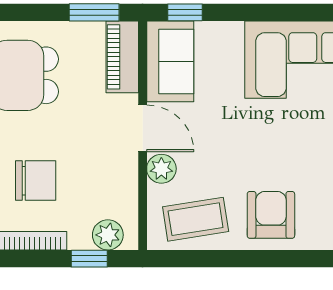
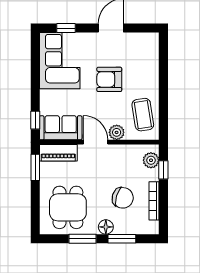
door: (143, 128) -> (96, 142), hinge flipped
chair: (36, 181) -> (123, 198), turned 106
armchair: (271, 215) -> (109, 79), moved

